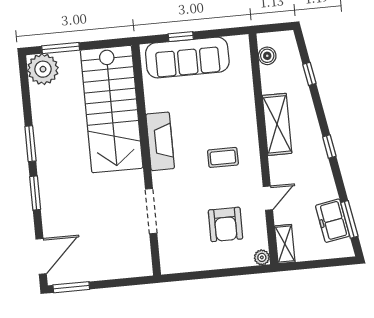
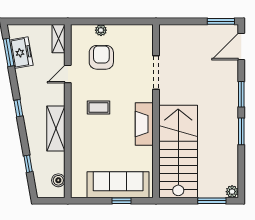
plant: (43, 69) -> (232, 192), width x0.53, depth x0.53
plant: (262, 257) -> (101, 30), moved

